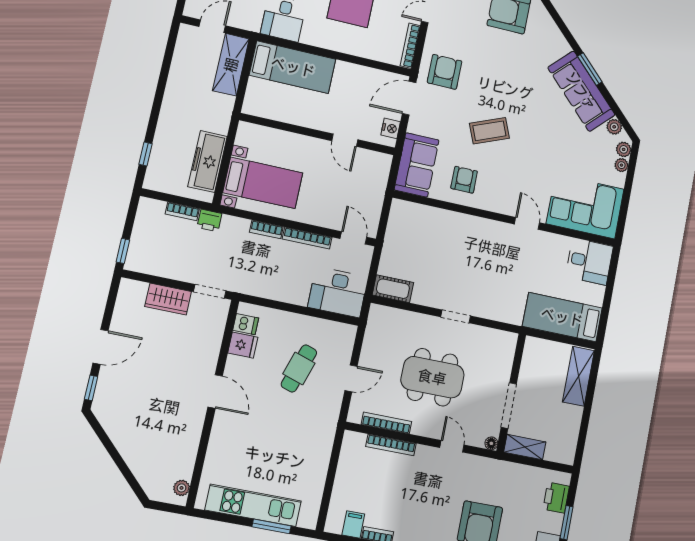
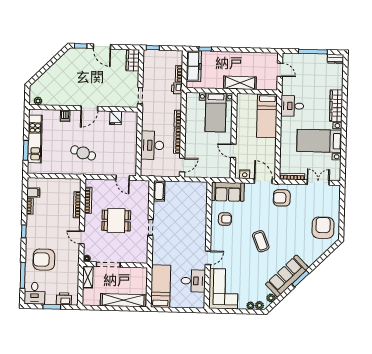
shelving: (231, 65) -> (240, 83), moved
armchair: (445, 72) -> (282, 198), turned 180
coffee table: (489, 131) -> (261, 241), moved
door: (345, 140) -> (233, 151), hinge flipped
freezer: (208, 161) -> (194, 66), moved, turned 90
bed with nightstands: (263, 183) -> (216, 112), moved
desk: (589, 261) -> (193, 281), moved, turned -90
desk: (338, 292) -> (152, 145), moved
wardrobe: (168, 299) -> (133, 60), moved
dishwasher: (246, 324) -> (65, 116), moved
cafe table: (299, 368) -> (83, 153), moved
shelving: (578, 376) -> (123, 300), width x1.47
dining table: (432, 377) -> (116, 221), width x0.73
door: (351, 378) -> (123, 178), moved
door: (452, 446) -> (82, 237), swing flipped

